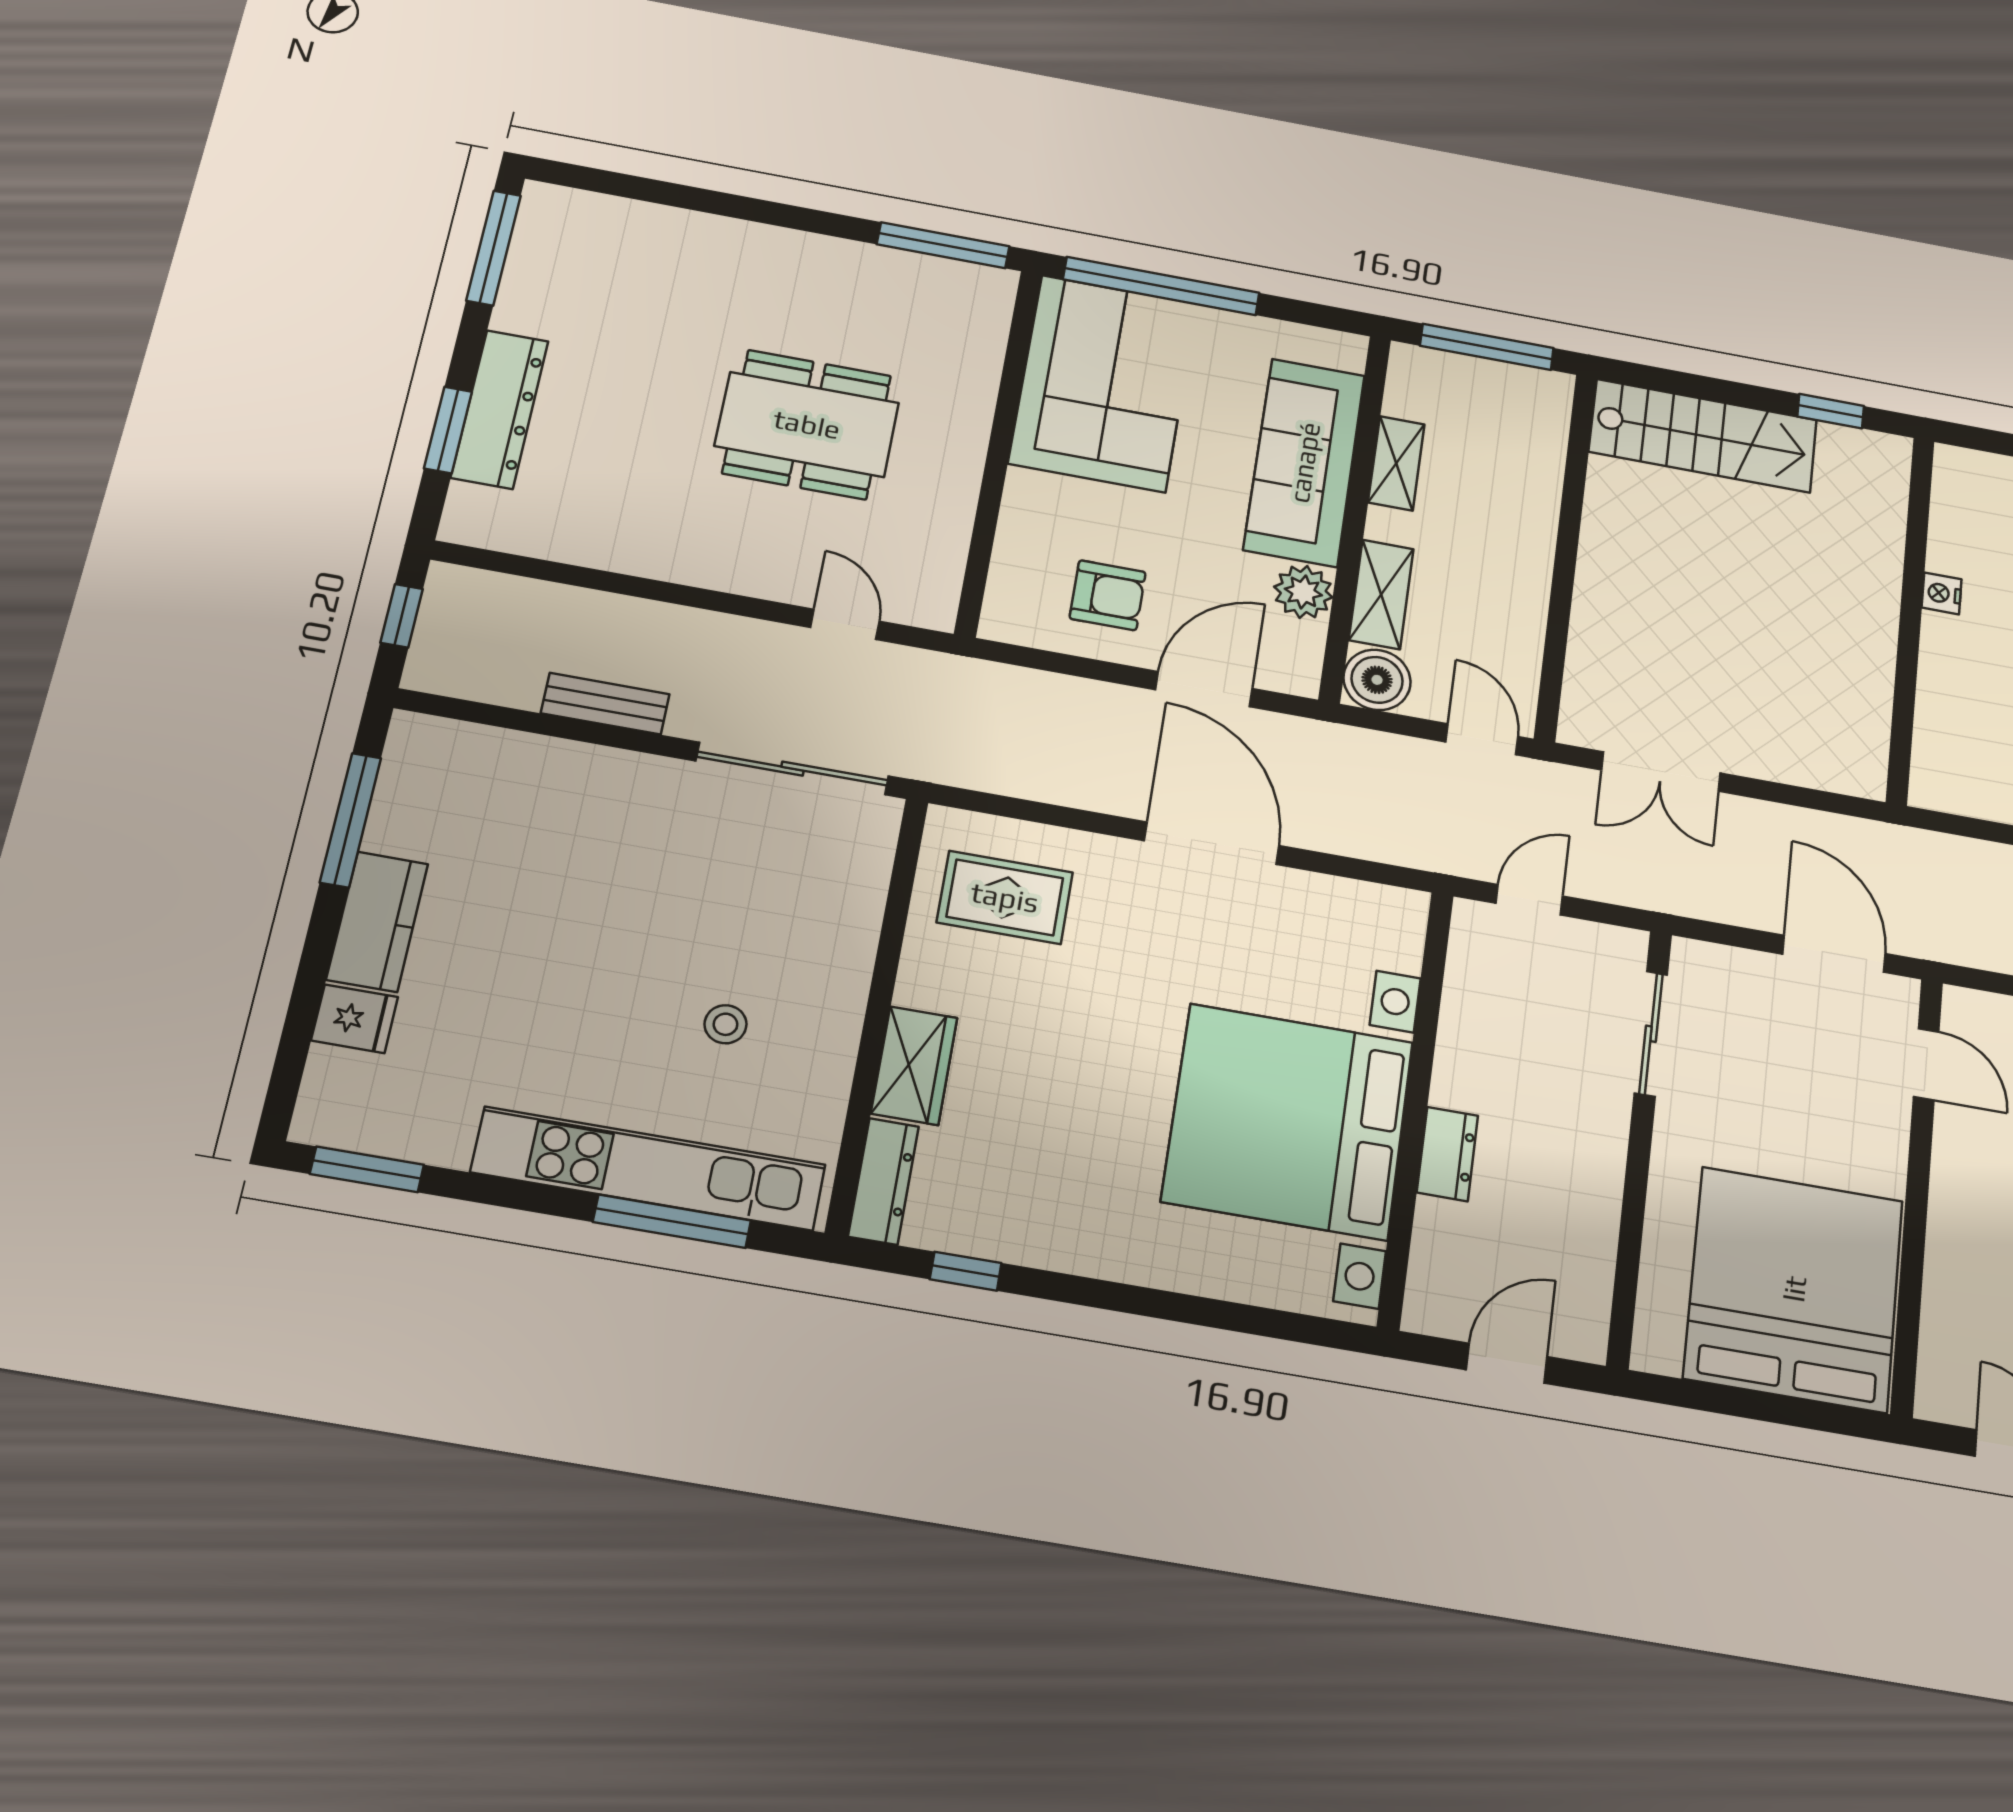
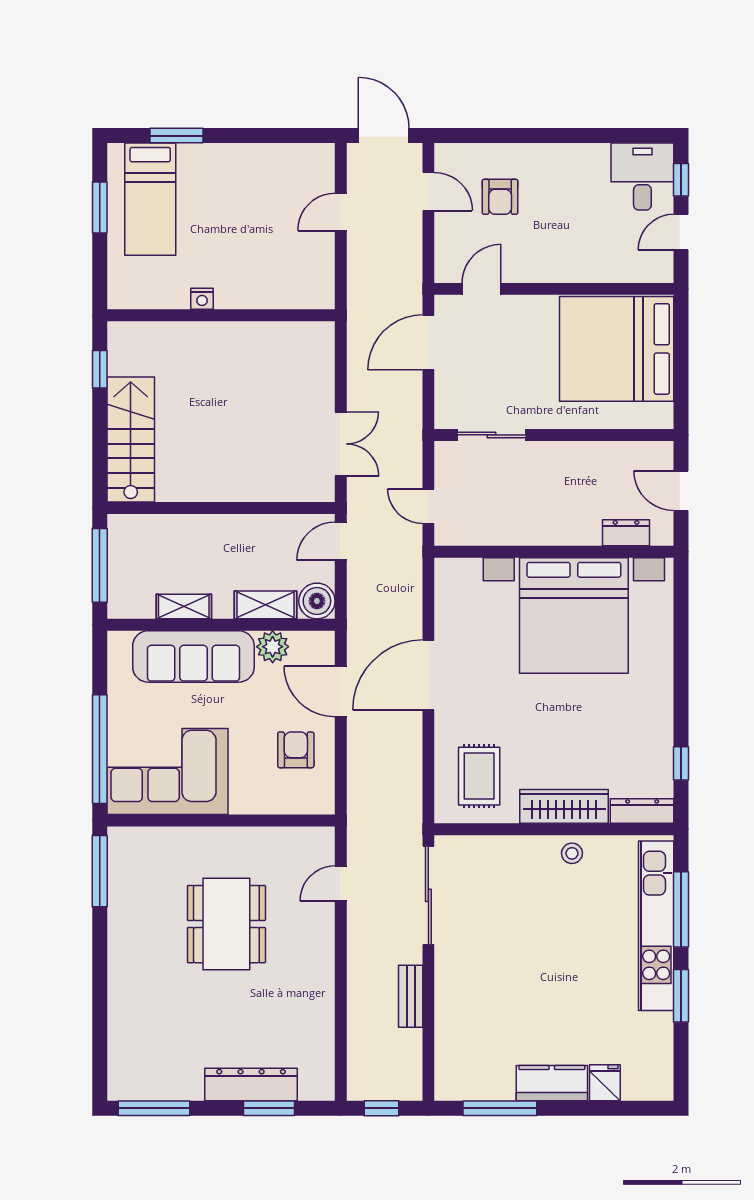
stool: (725, 1024) -> (572, 853), moved
wardrobe: (914, 1066) -> (564, 806), width x1.50
dresser: (1447, 1154) -> (626, 533), moved
window: (367, 1169) -> (681, 996), moved

